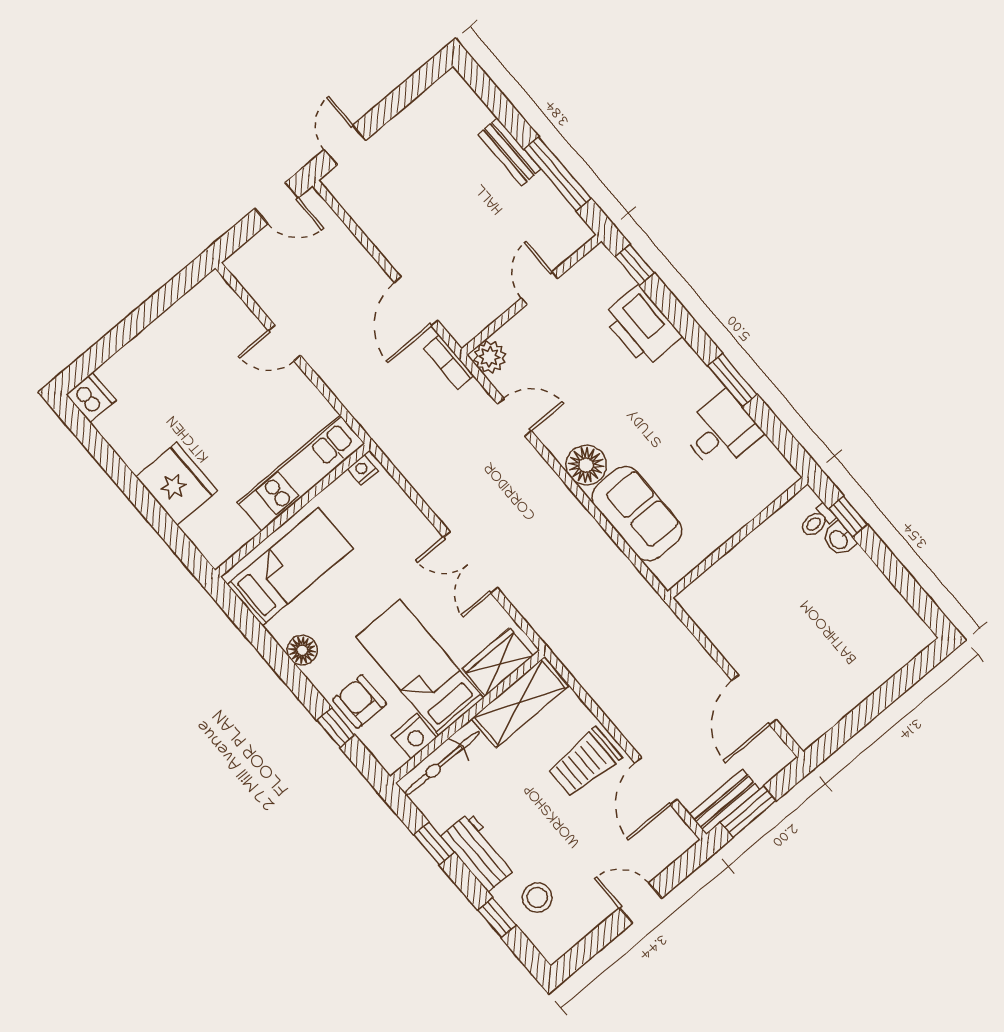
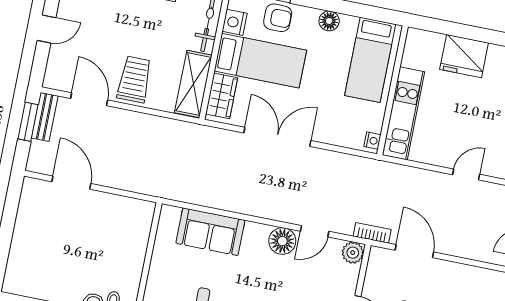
floor lamp: (586, 465) -> (282, 241), moved
double door: (470, 562) -> (277, 137), width x1.37

